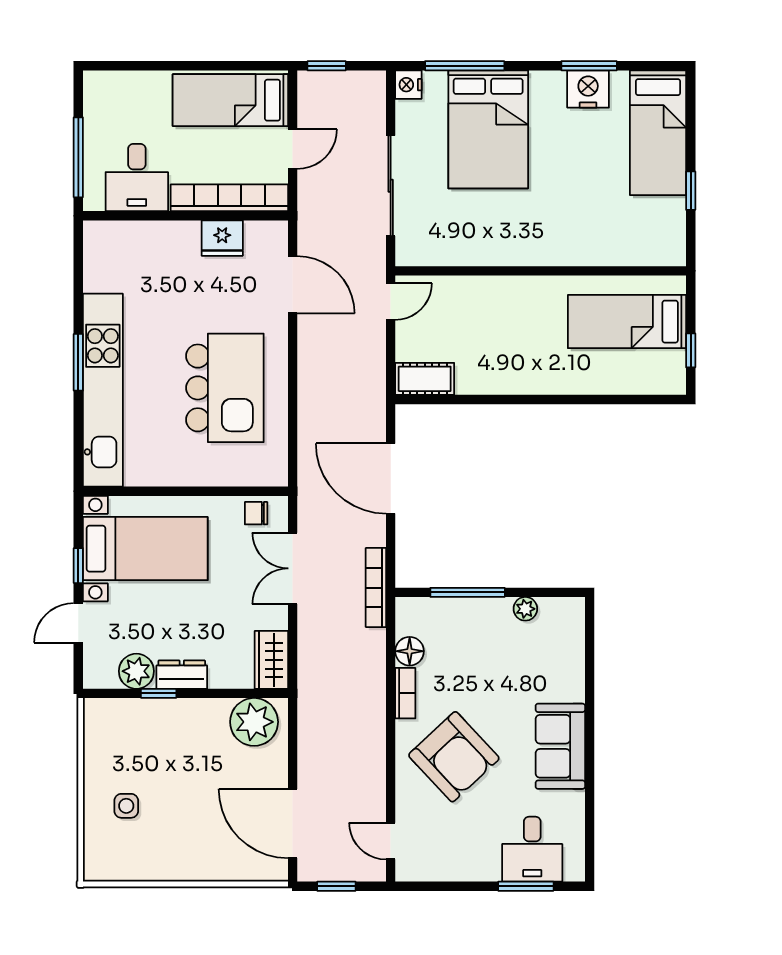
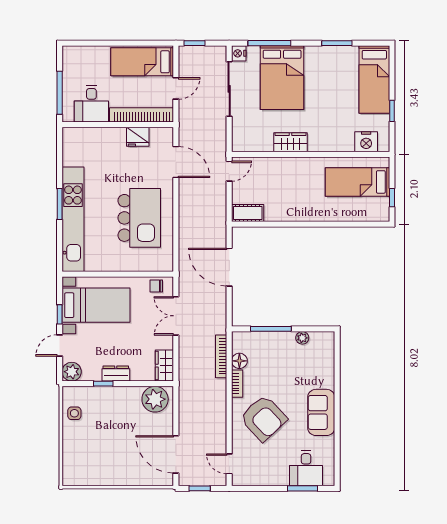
nightstand: (588, 89) -> (366, 142), moved, turned 180
sliding door: (391, 186) -> (229, 89), moved
wardrobe: (504, 248) -> (290, 142), added
bookcase: (376, 588) -> (221, 356), moved
plant: (136, 671) -> (72, 372), moved
side table: (126, 806) -> (74, 413), moved

